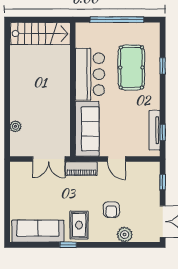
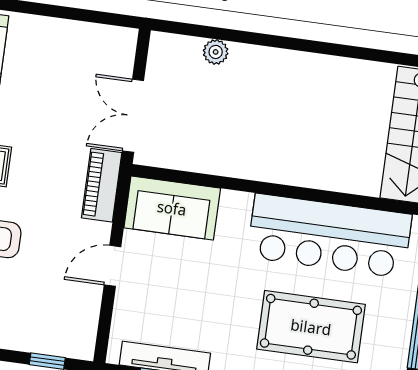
bar counter: (90, 74) -> (330, 236), width x1.36
sofa: (87, 129) -> (172, 208), width x0.73

